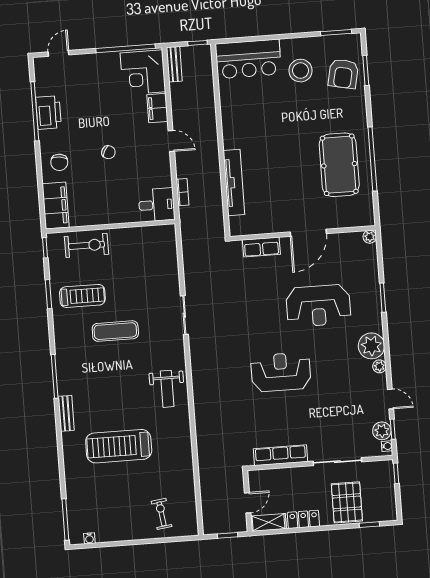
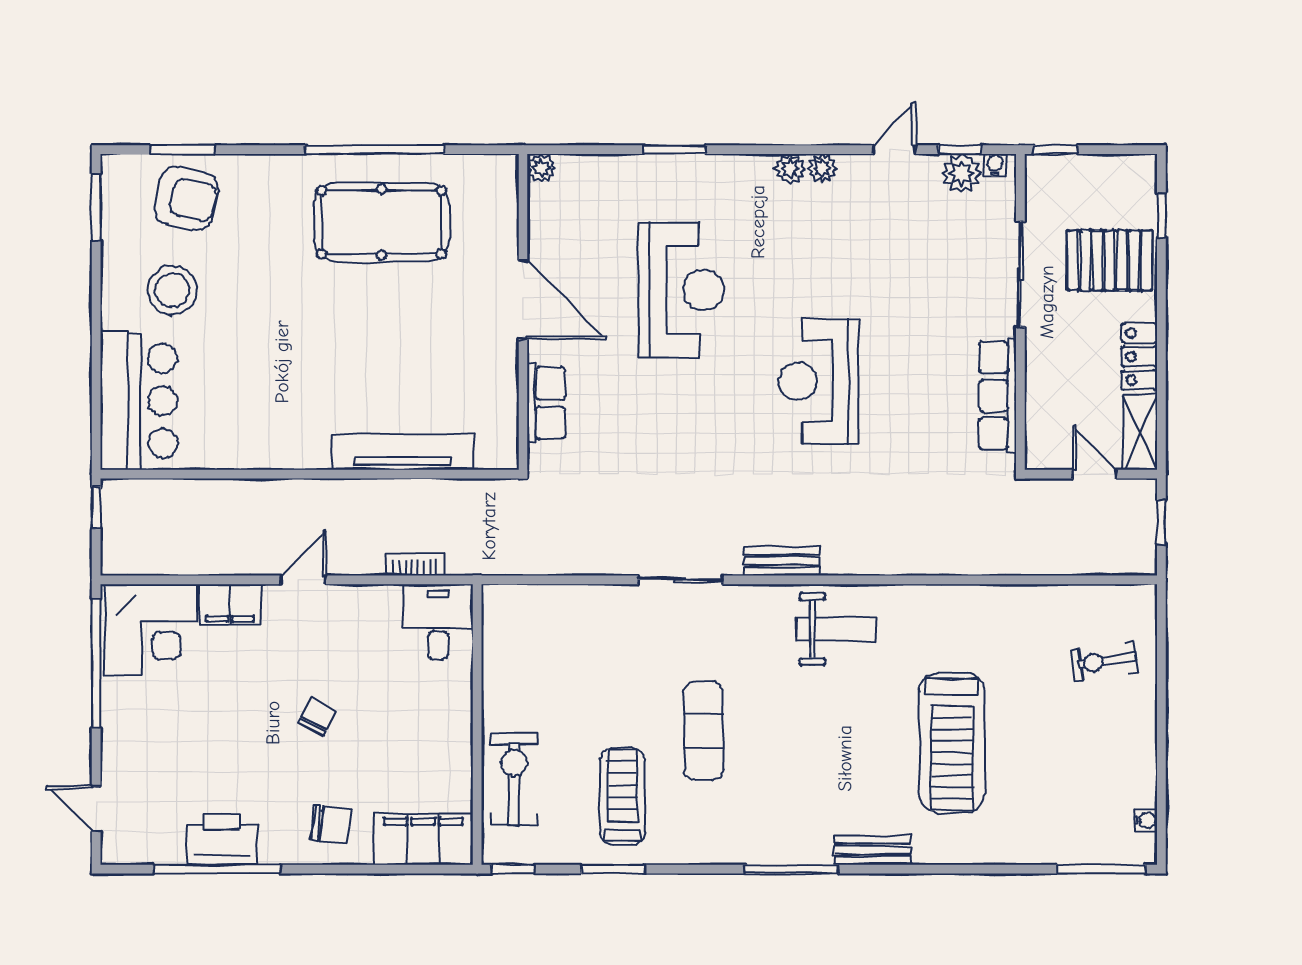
bench: (174, 64) -> (782, 561), moved
plant: (371, 346) -> (790, 169), width x0.53, depth x0.53

